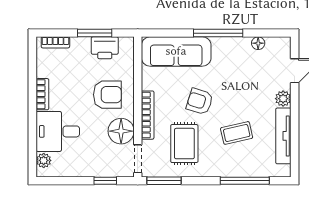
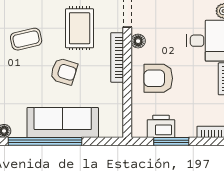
window: (218, 33) -> (45, 141), width x1.46
sofa: (176, 51) -> (63, 122), moved
floor lamp: (121, 131) -> (138, 41), width x0.53, depth x0.53

